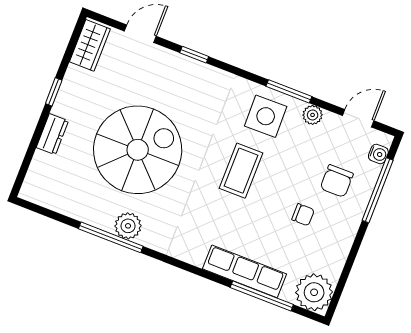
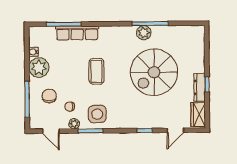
door: (358, 118) -> (51, 131), hinge flipped
dresser: (52, 134) -> (200, 87), moved, width x1.44
water cooler: (378, 154) -> (33, 52), moved
coffee table: (241, 171) -> (96, 71), moved
chair: (303, 215) -> (70, 107), moved
plant: (314, 292) -> (39, 68), moved

